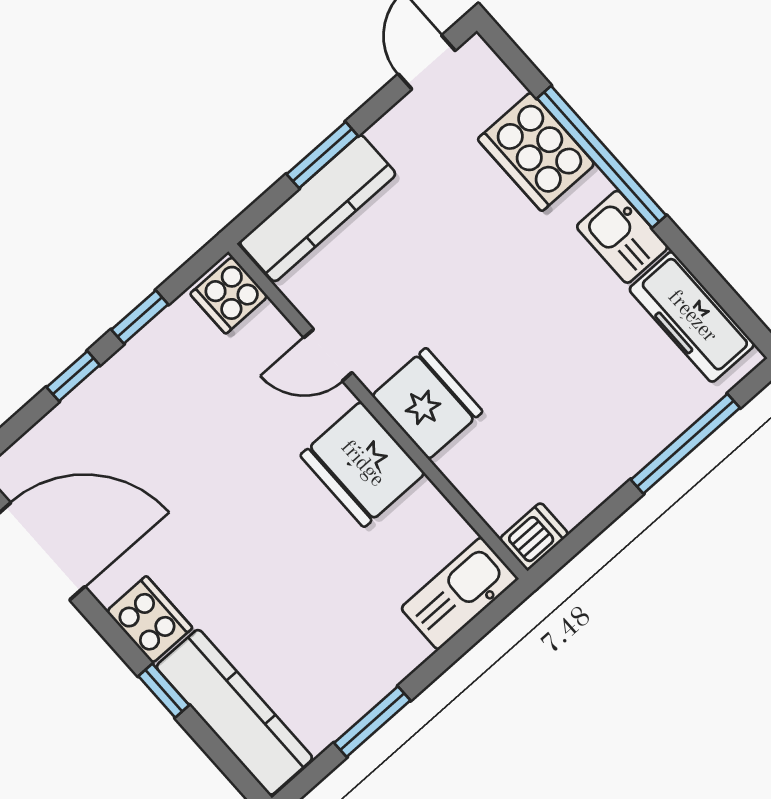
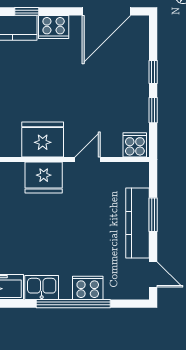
cooker: (536, 152) -> (88, 288), width x0.73, depth x0.76
kitchen counter: (318, 208) -> (137, 223), moved

